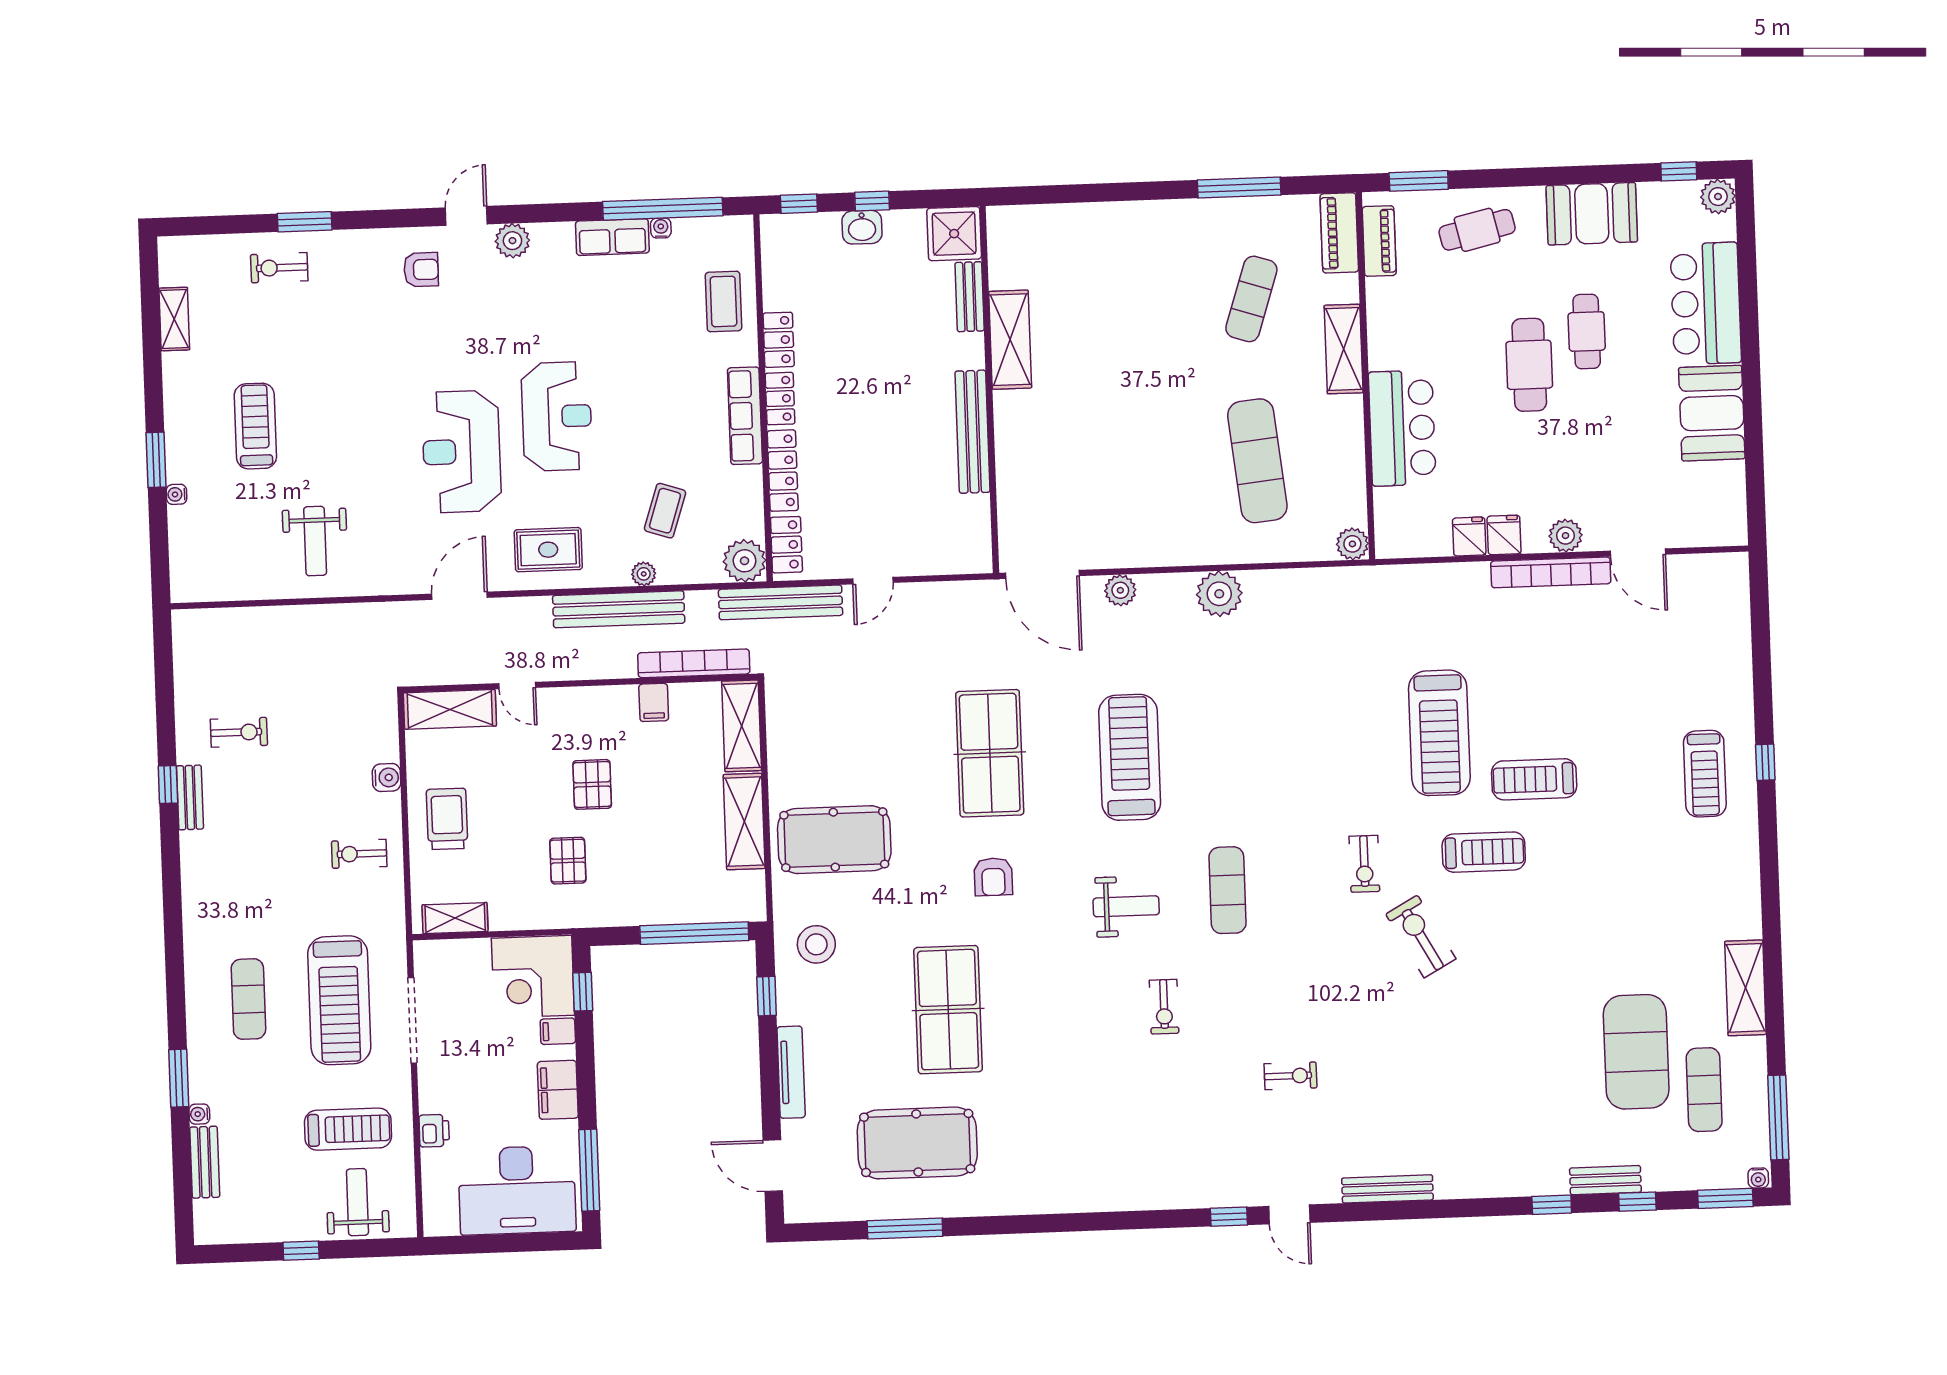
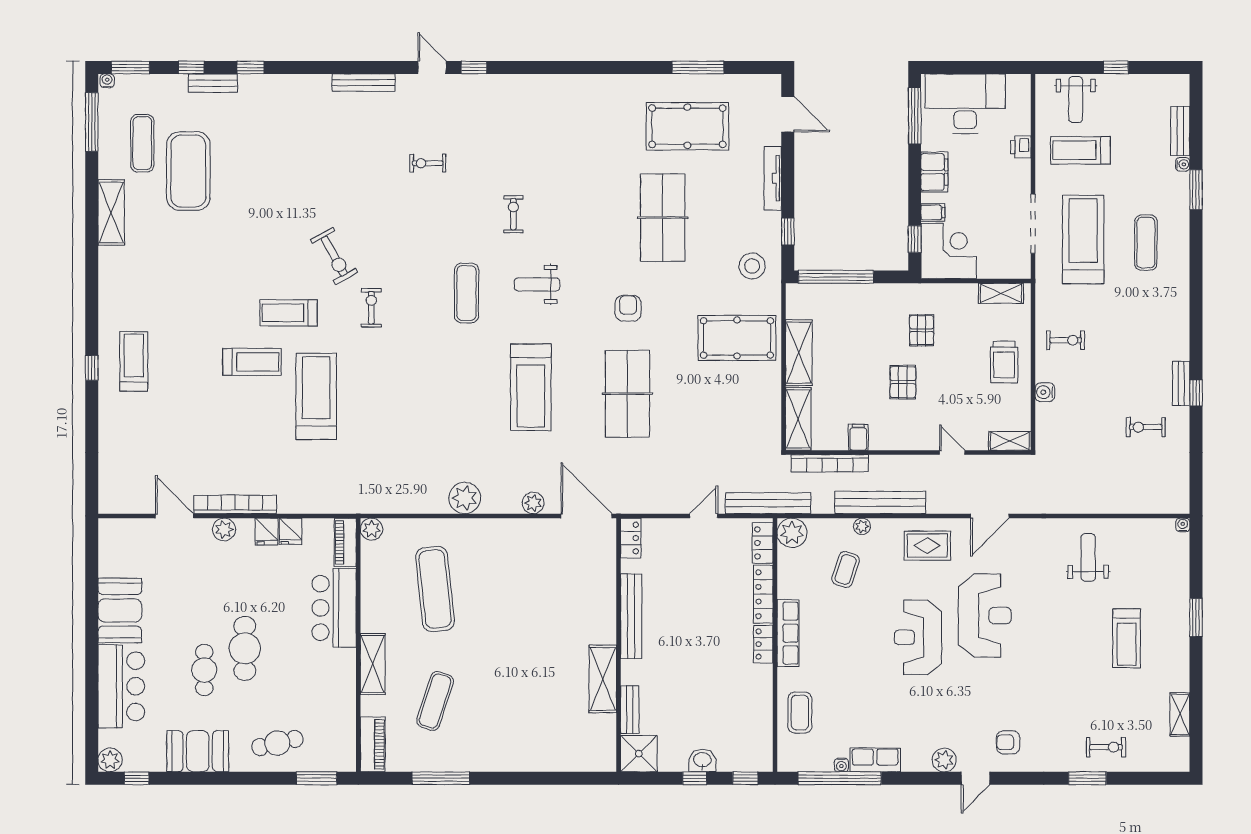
piano: (1379, 241) -> (345, 542), moved
locker: (779, 340) -> (631, 538), moved, turned 180
water cooler: (177, 494) -> (1183, 525), moved, turned -90
shelving: (450, 709) -> (1010, 441), width x0.67, depth x0.75

